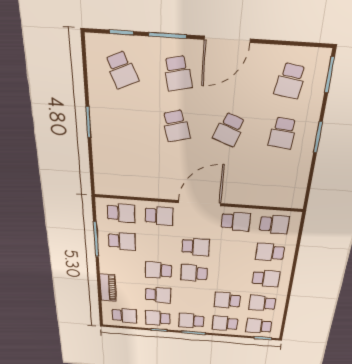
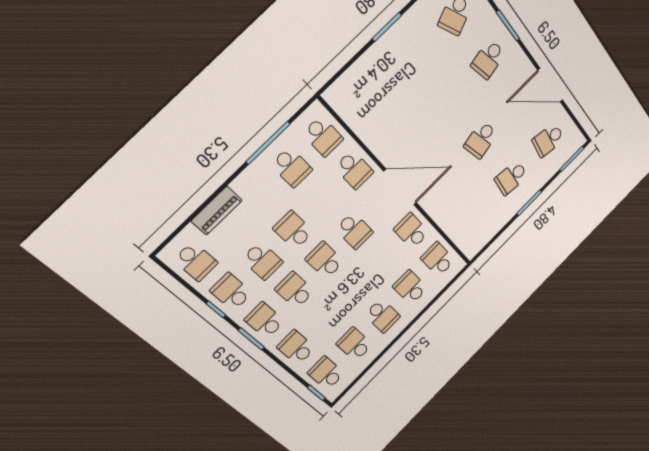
door: (227, 39) -> (550, 85), moved
school desk: (176, 126) -> (448, 99), removed
school desk: (229, 130) -> (481, 140), turned -33
school desk: (236, 221) -> (411, 231), turned 180
school desk: (274, 224) -> (438, 259), turned 180
school desk: (227, 300) -> (295, 290), moved

